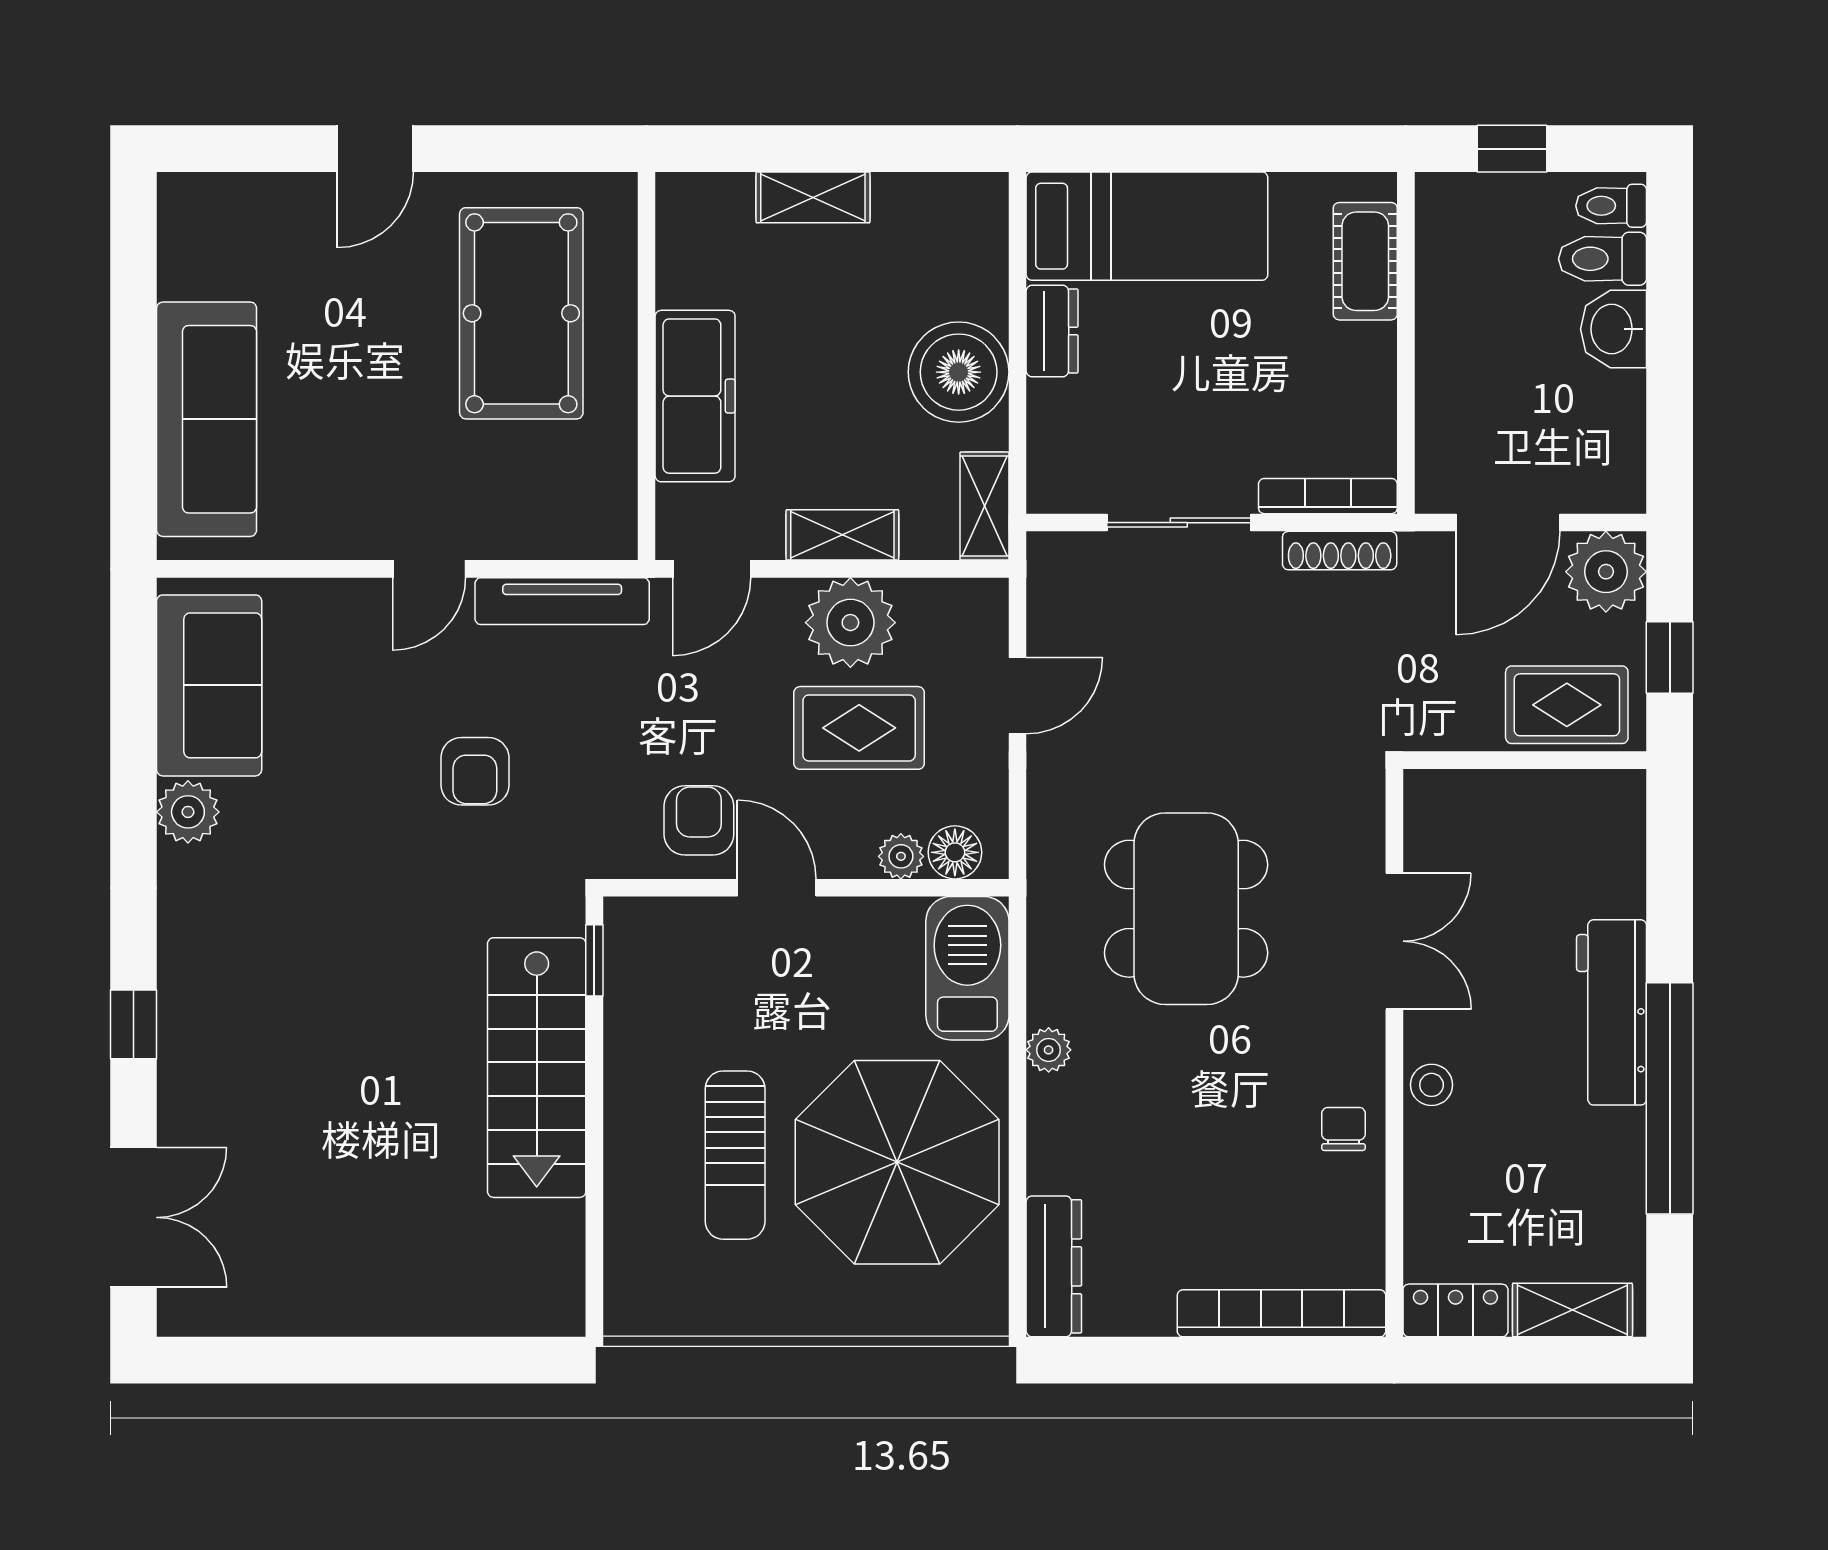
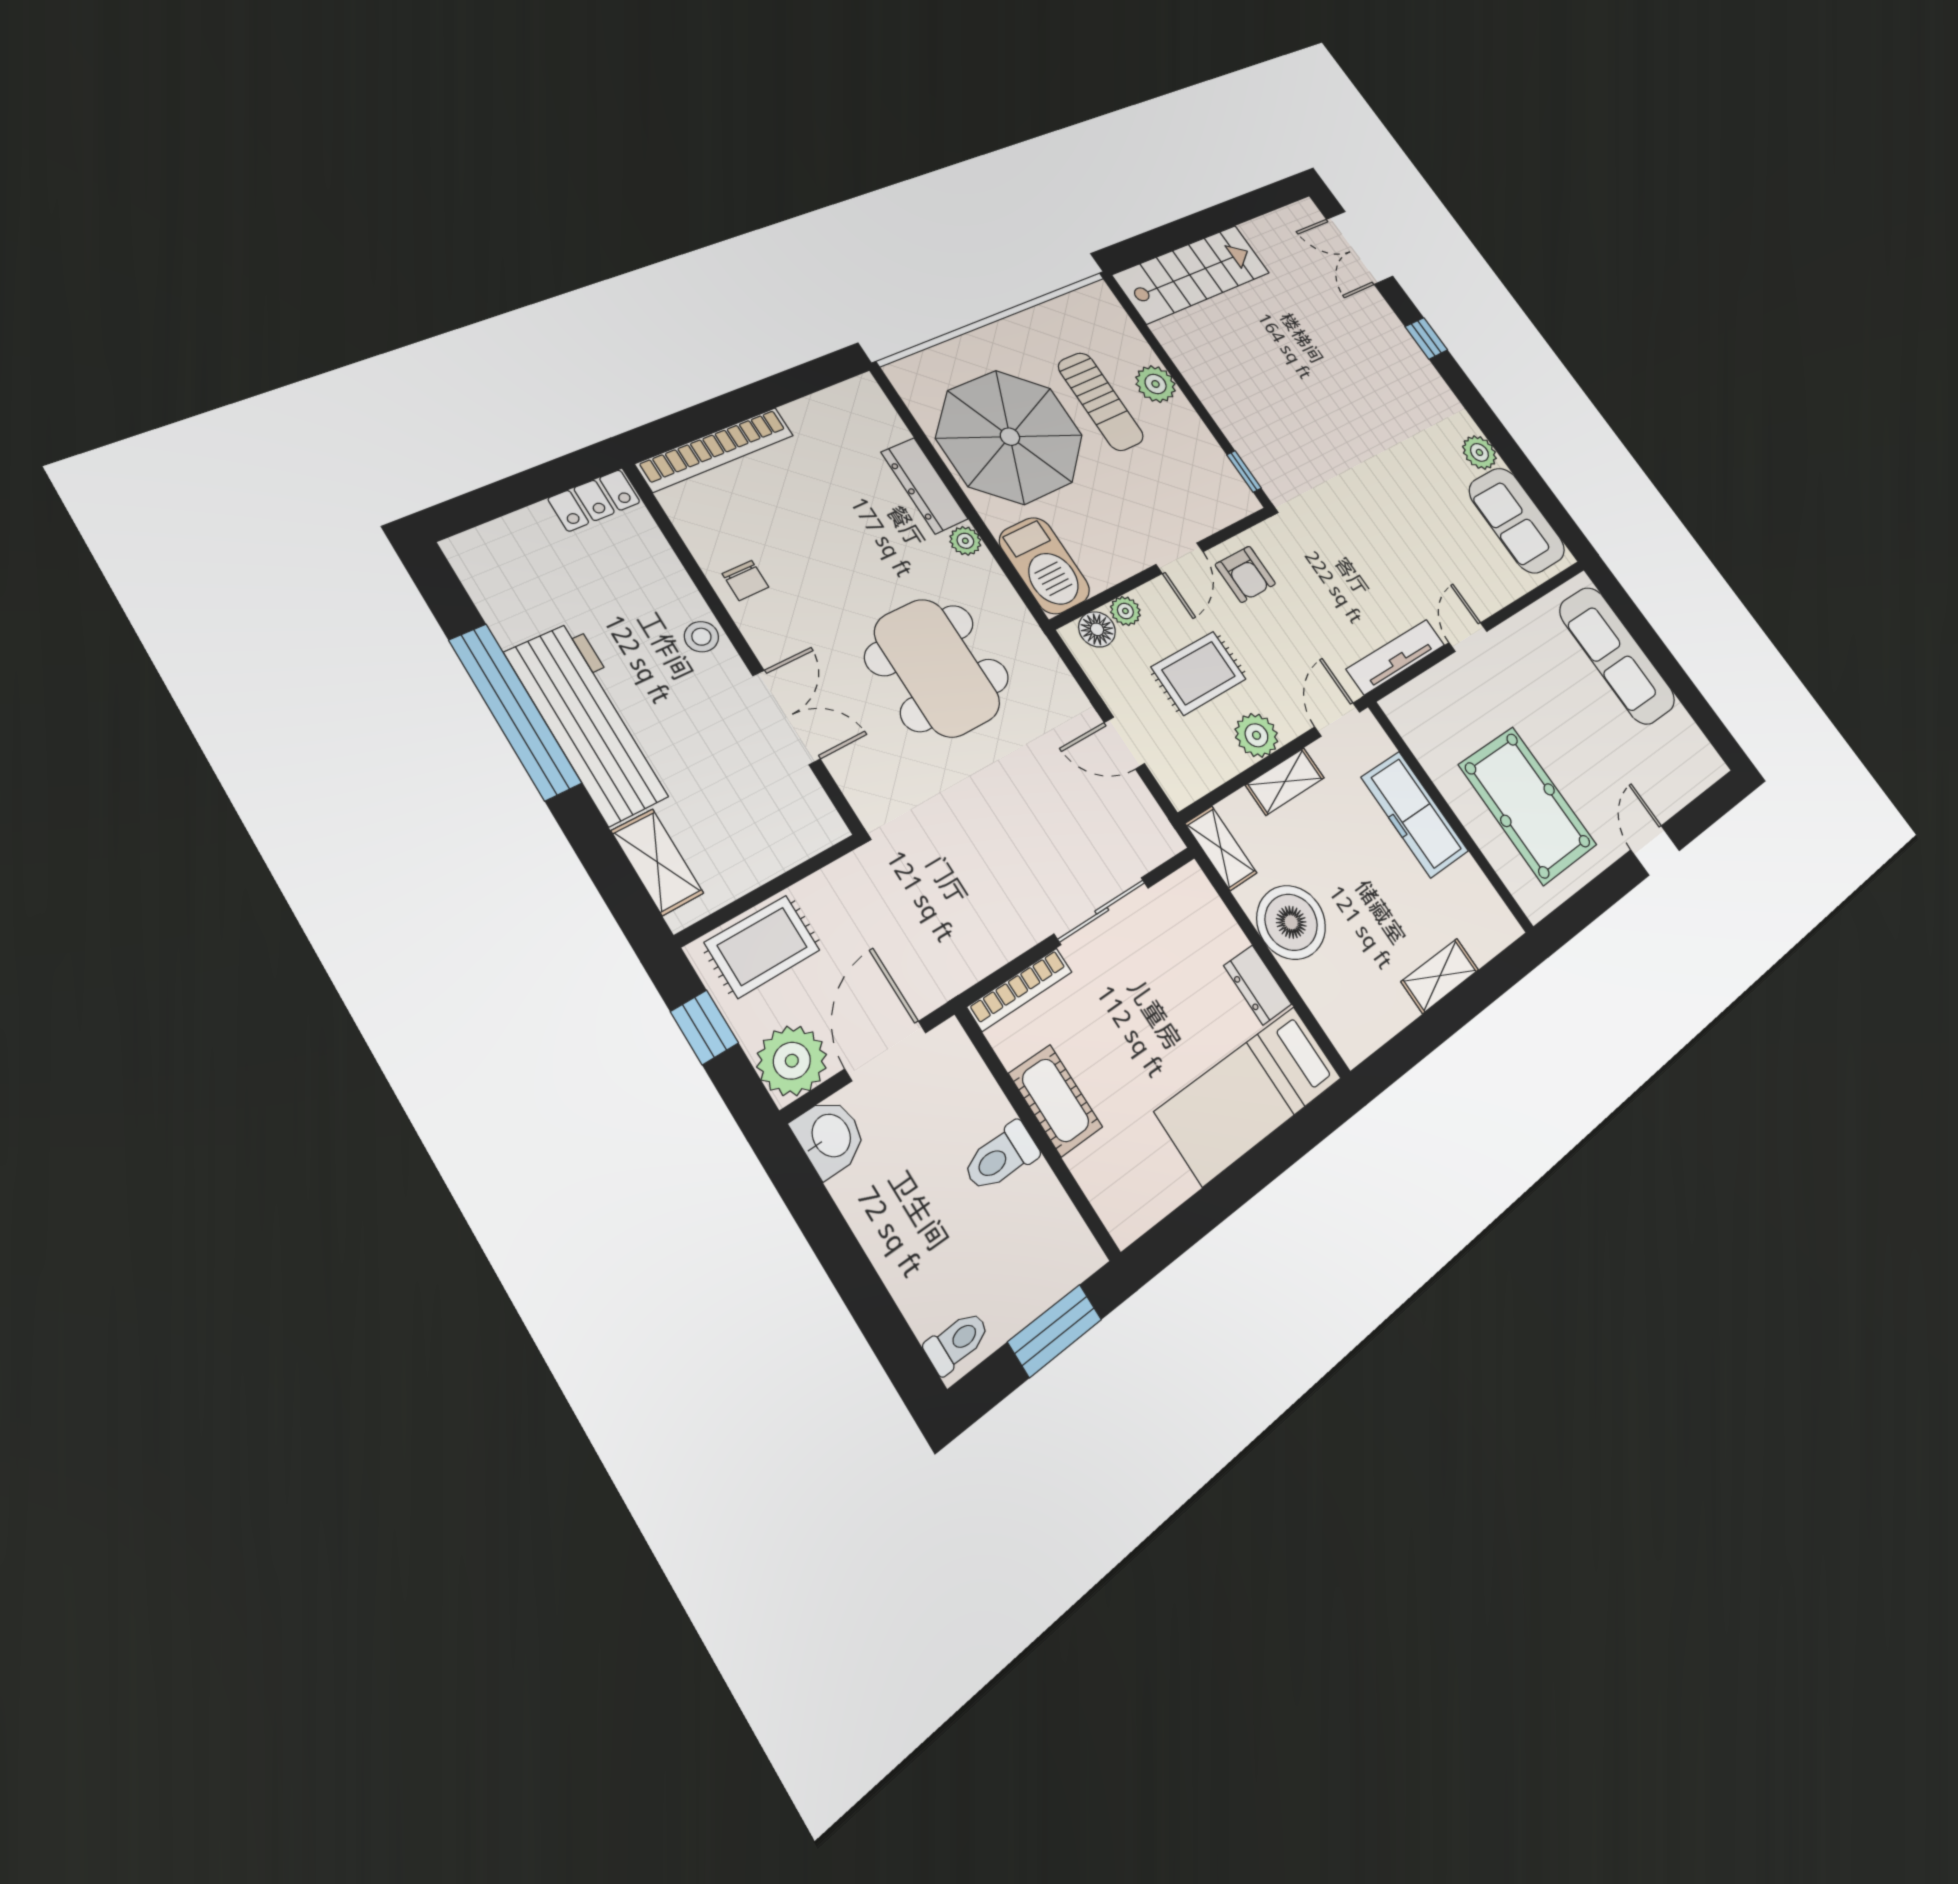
window: (1512, 149) -> (1055, 1331), width x1.50
toilet: (1603, 259) -> (1001, 1157), moved, turned 180
cot: (1365, 261) -> (1056, 1100), moved
washbasin: (1614, 329) -> (830, 1136), moved
shoe rack: (1340, 551) -> (989, 957), removed
plant: (850, 623) -> (1256, 735), width x0.73, depth x0.73
door: (1018, 695) -> (1124, 743), hinge flipped
armchair: (475, 771) -> (1371, 542), removed
door: (777, 888) -> (1180, 558), hinge flipped
double door: (1394, 941) -> (786, 717), swing flipped
workbench: (1612, 1012) -> (592, 722), width x1.36, depth x1.32
stairs: (537, 1068) -> (1192, 274), moved, turned 90
plant: (635, 1145) -> (1156, 384), added
sun lounger: (735, 1155) -> (1101, 401), turned 180
dresser: (1054, 1266) -> (924, 486), moved
shelving: (1572, 1310) -> (657, 862), moved, turned 90

